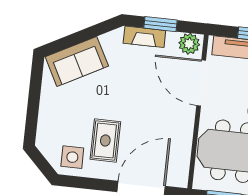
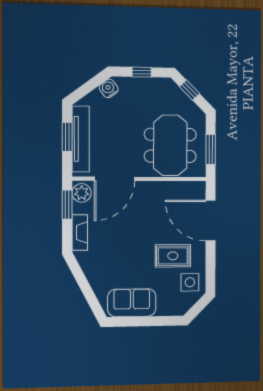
window: (160, 24) -> (67, 205), moved
sofa: (77, 61) -> (132, 303), moved, turned -62

